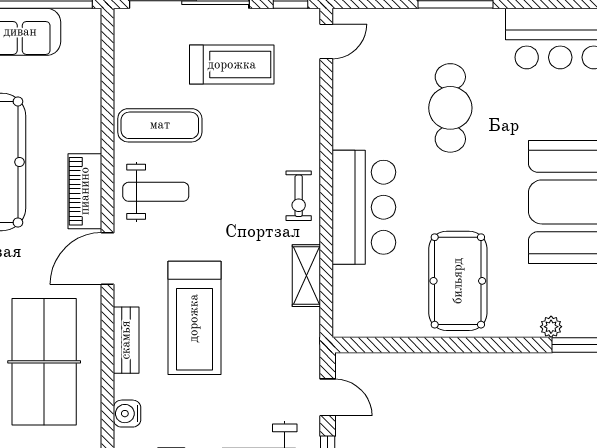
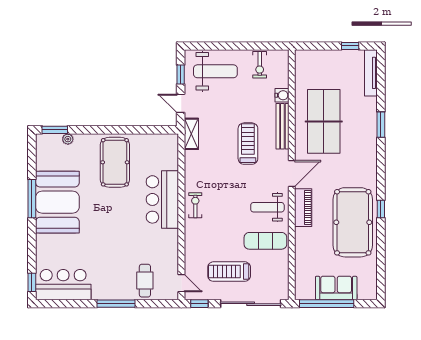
door: (326, 41) -> (181, 283), swing flipped
cafe table: (450, 108) -> (145, 281), moved, width x0.73, depth x0.74
shelving: (306, 276) -> (191, 134), moved
treadmill: (194, 318) -> (248, 144), width x0.73, depth x0.73
bench: (126, 340) -> (282, 126), width x1.36

